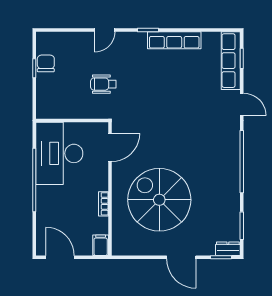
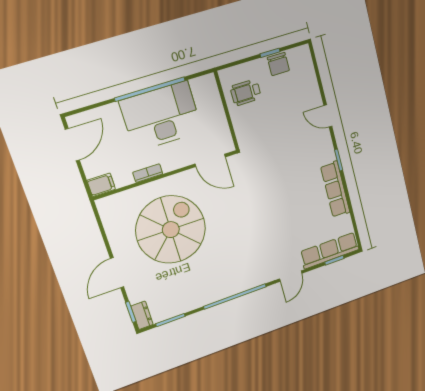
chair: (46, 63) -> (278, 64), turned 90
wheelchair: (103, 84) -> (246, 92), moved, turned -90
desk: (59, 153) -> (161, 116), moved

